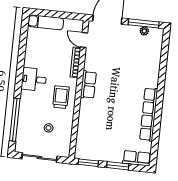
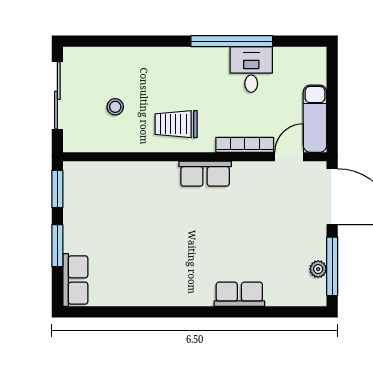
exam couch: (46, 22) -> (315, 119), moved
desk: (34, 79) -> (251, 69), moved
trolley: (61, 97) -> (176, 124), turned 180
row of seats: (149, 114) -> (239, 294), moved, width x0.50
window: (15, 120) -> (232, 41), moved

